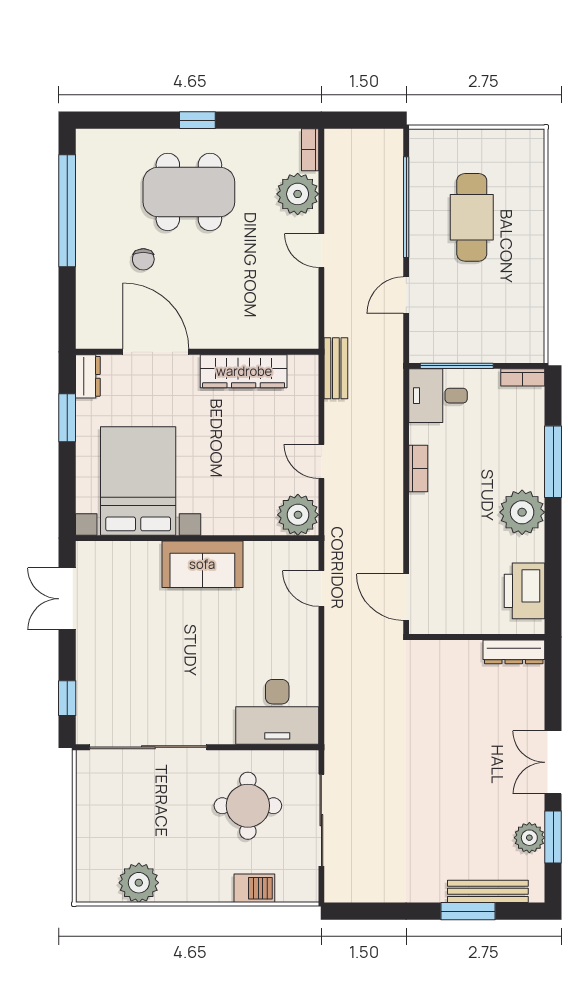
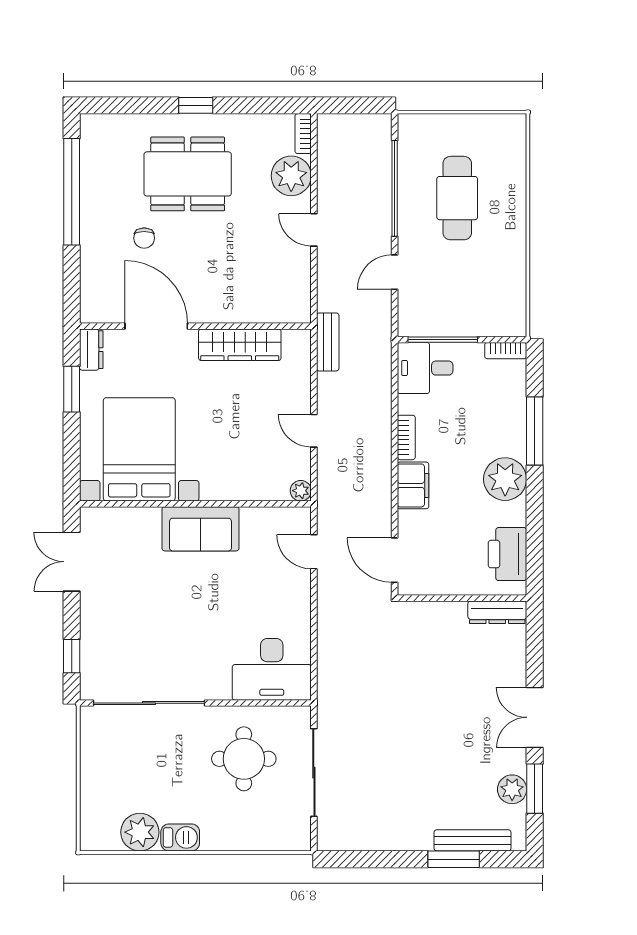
plant: (298, 515) -> (301, 491), width x0.53, depth x0.53
filing cabinet: (425, 519) -> (413, 485), added
barbecue: (254, 888) -> (180, 837), moved

